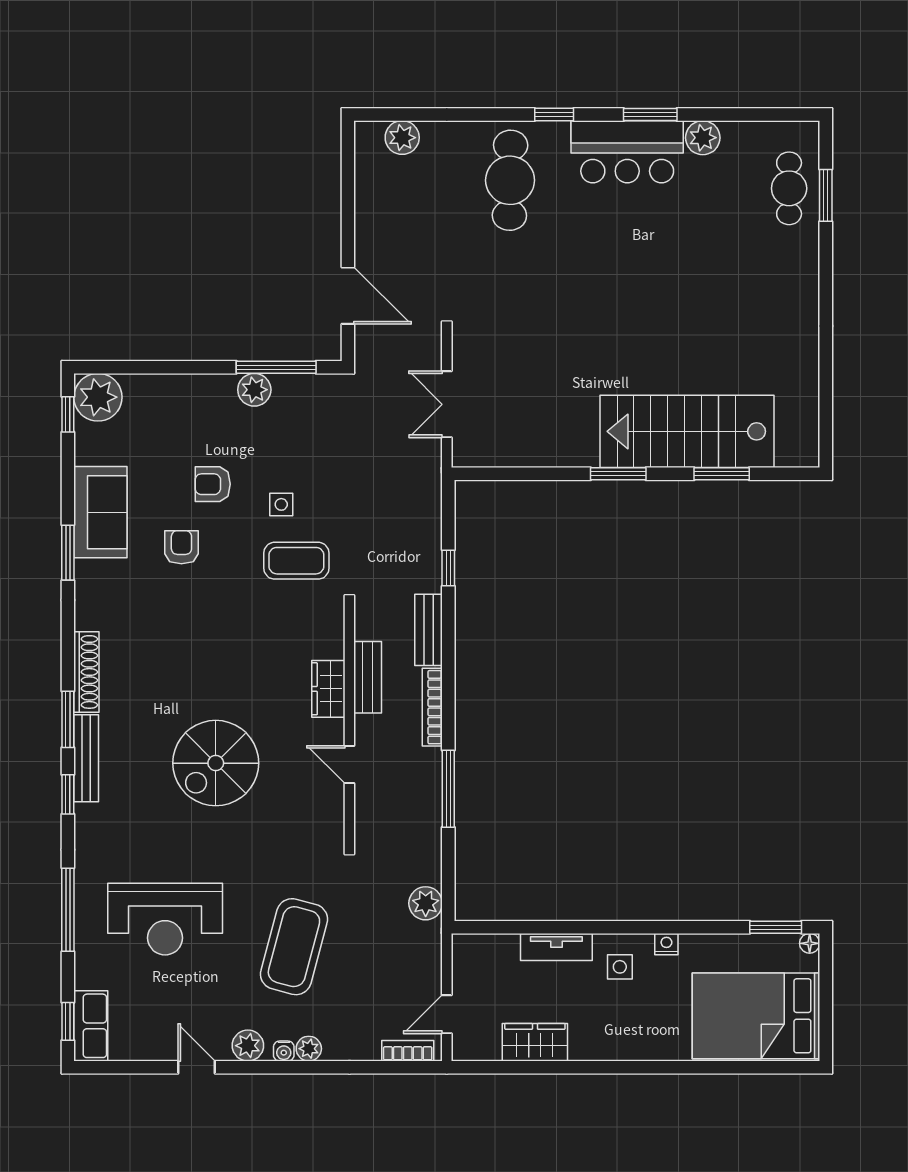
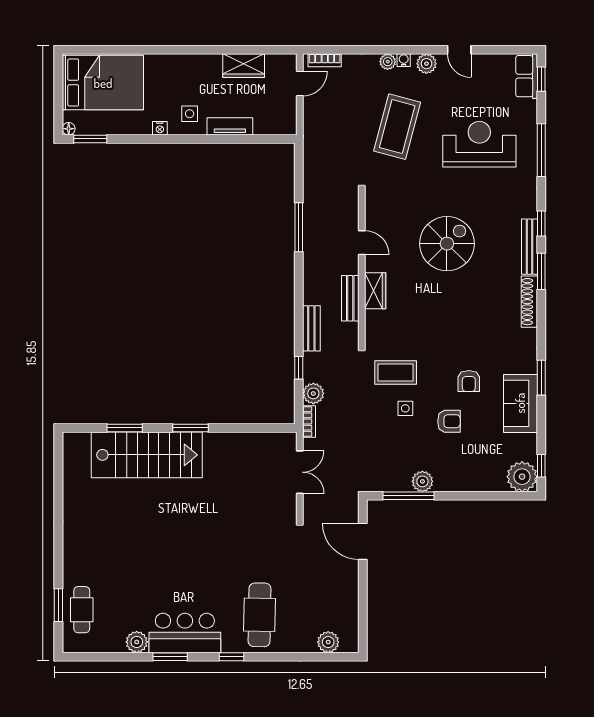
bookcase: (432, 707) -> (309, 422), moved, width x0.64
plant: (426, 903) -> (313, 393), moved

